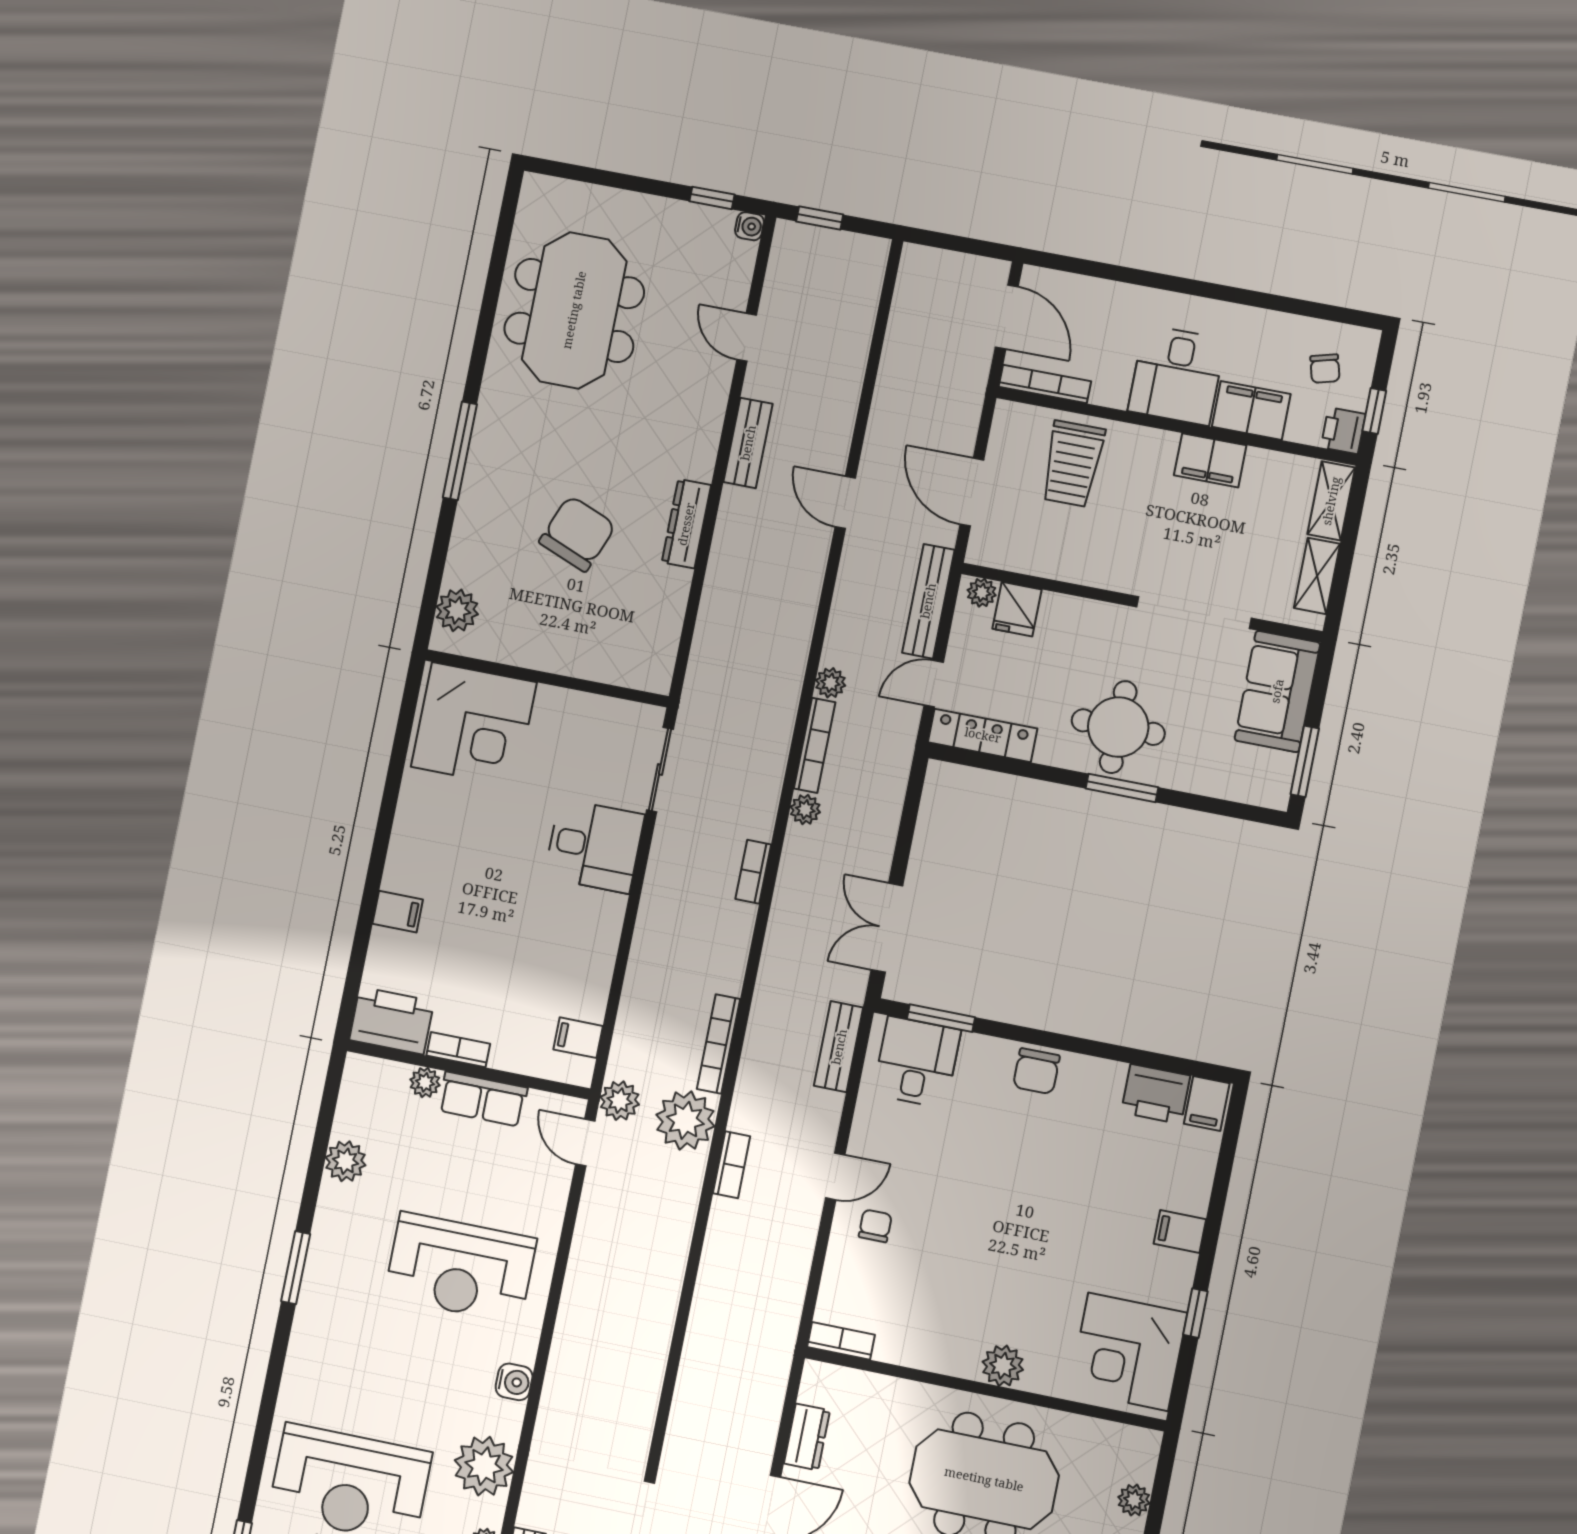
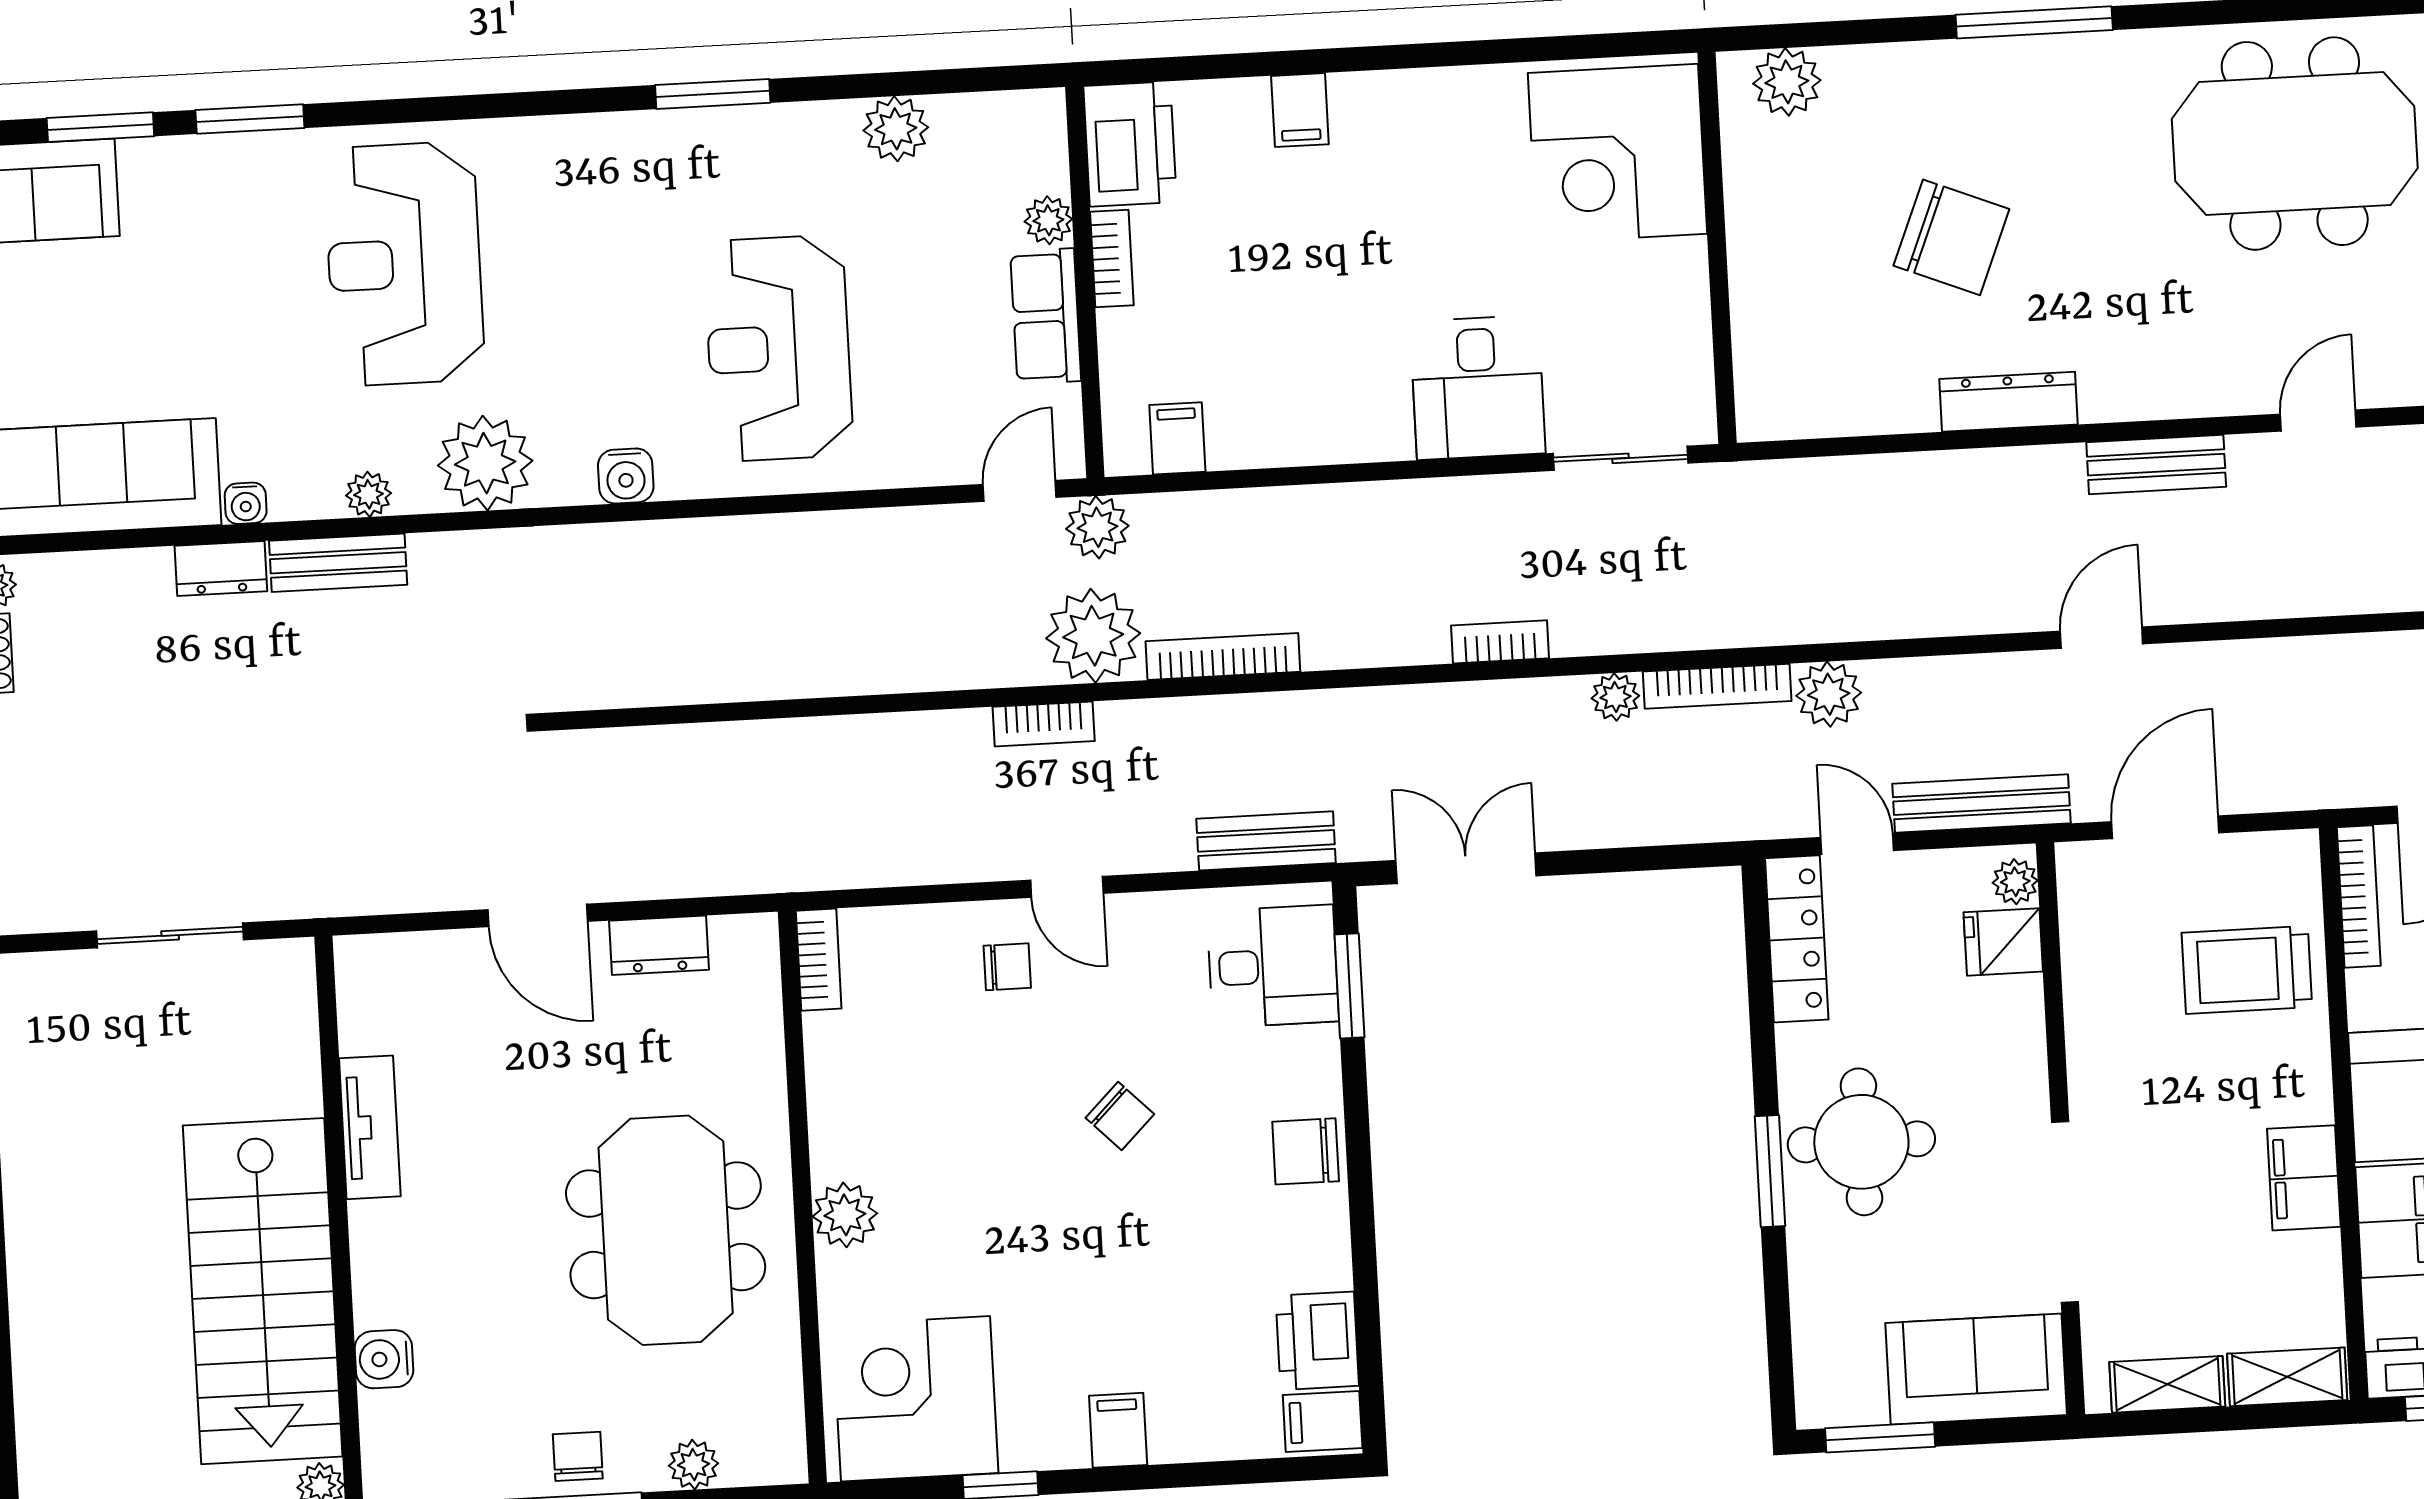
plant: (830, 683) -> (1829, 694), width x1.38, depth x1.38
chair: (985, 1180) -> (1120, 1116), added

